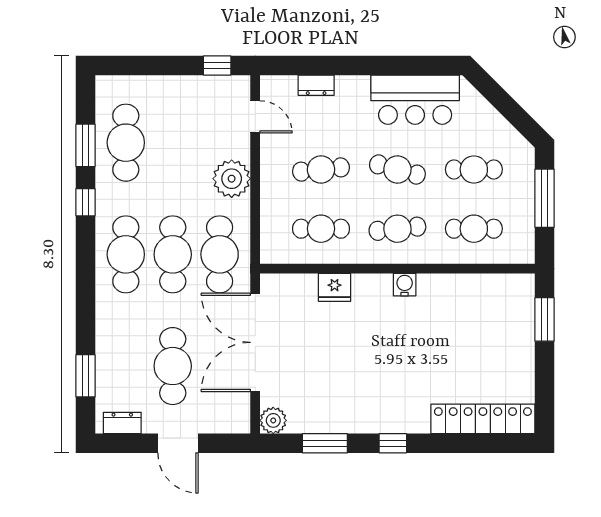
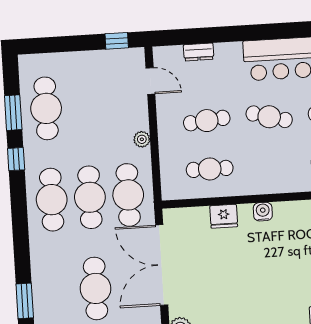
plant: (232, 179) -> (142, 139), width x0.53, depth x0.53
cafe table: (397, 229) -> (272, 165), removed
water cooler: (405, 285) -> (263, 212), moved

